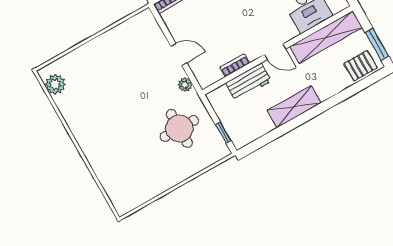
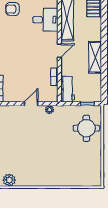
workbench: (249, 82) -> (68, 89), moved
round table: (179, 128) -> (86, 128), moved

